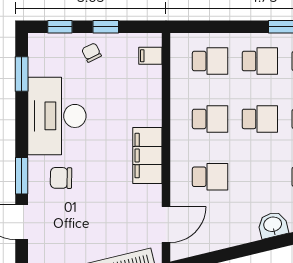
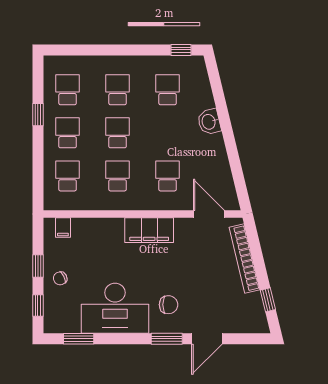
chair: (61, 178) -> (169, 305), turned -91

